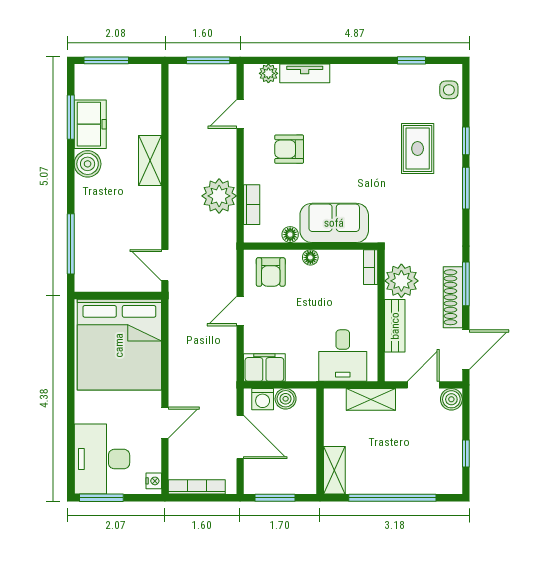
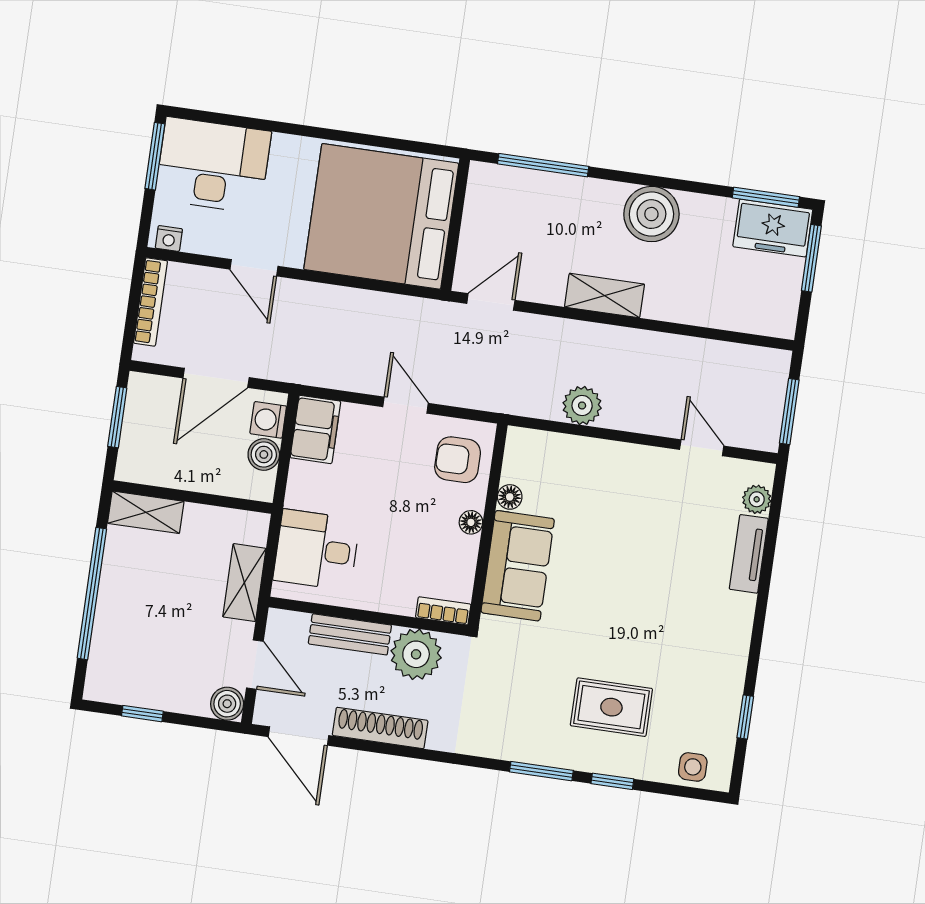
window: (71, 117) -> (766, 197), moved
freezer: (90, 124) -> (773, 228), moved
armchair: (289, 149) -> (638, 514), removed
shelving: (150, 160) -> (604, 296), moved
boiler: (88, 164) -> (651, 214), width x1.37, depth x1.37
plant: (219, 196) -> (582, 406), width x0.73, depth x0.73
bookcase: (252, 205) -> (563, 445), removed
window: (466, 284) -> (397, 750), removed

